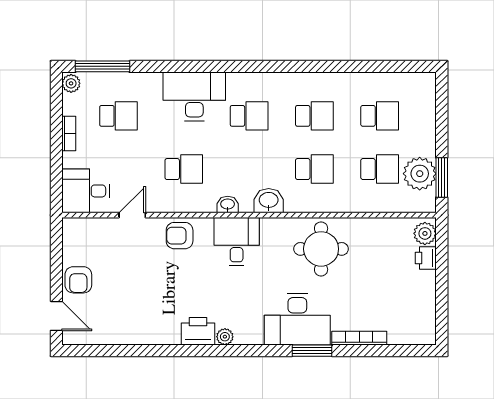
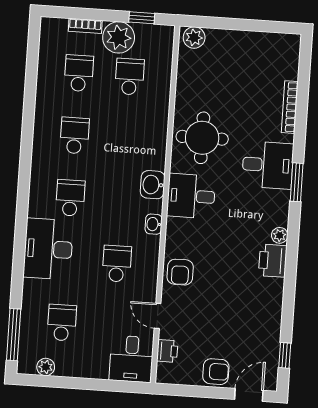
plant: (71, 83) -> (46, 367), moved
bookcase: (69, 133) -> (85, 26), moved, turned 180
school desk: (314, 169) -> (125, 139), removed
plant: (420, 174) -> (119, 37), moved
window: (442, 178) -> (142, 18), width x0.67
desk: (237, 242) -> (191, 196), moved
printer: (426, 258) -> (167, 351), moved, turned -90
desk: (297, 319) -> (268, 165), width x0.73
window: (100, 351) -> (285, 355), added
window: (312, 351) -> (297, 182), moved

